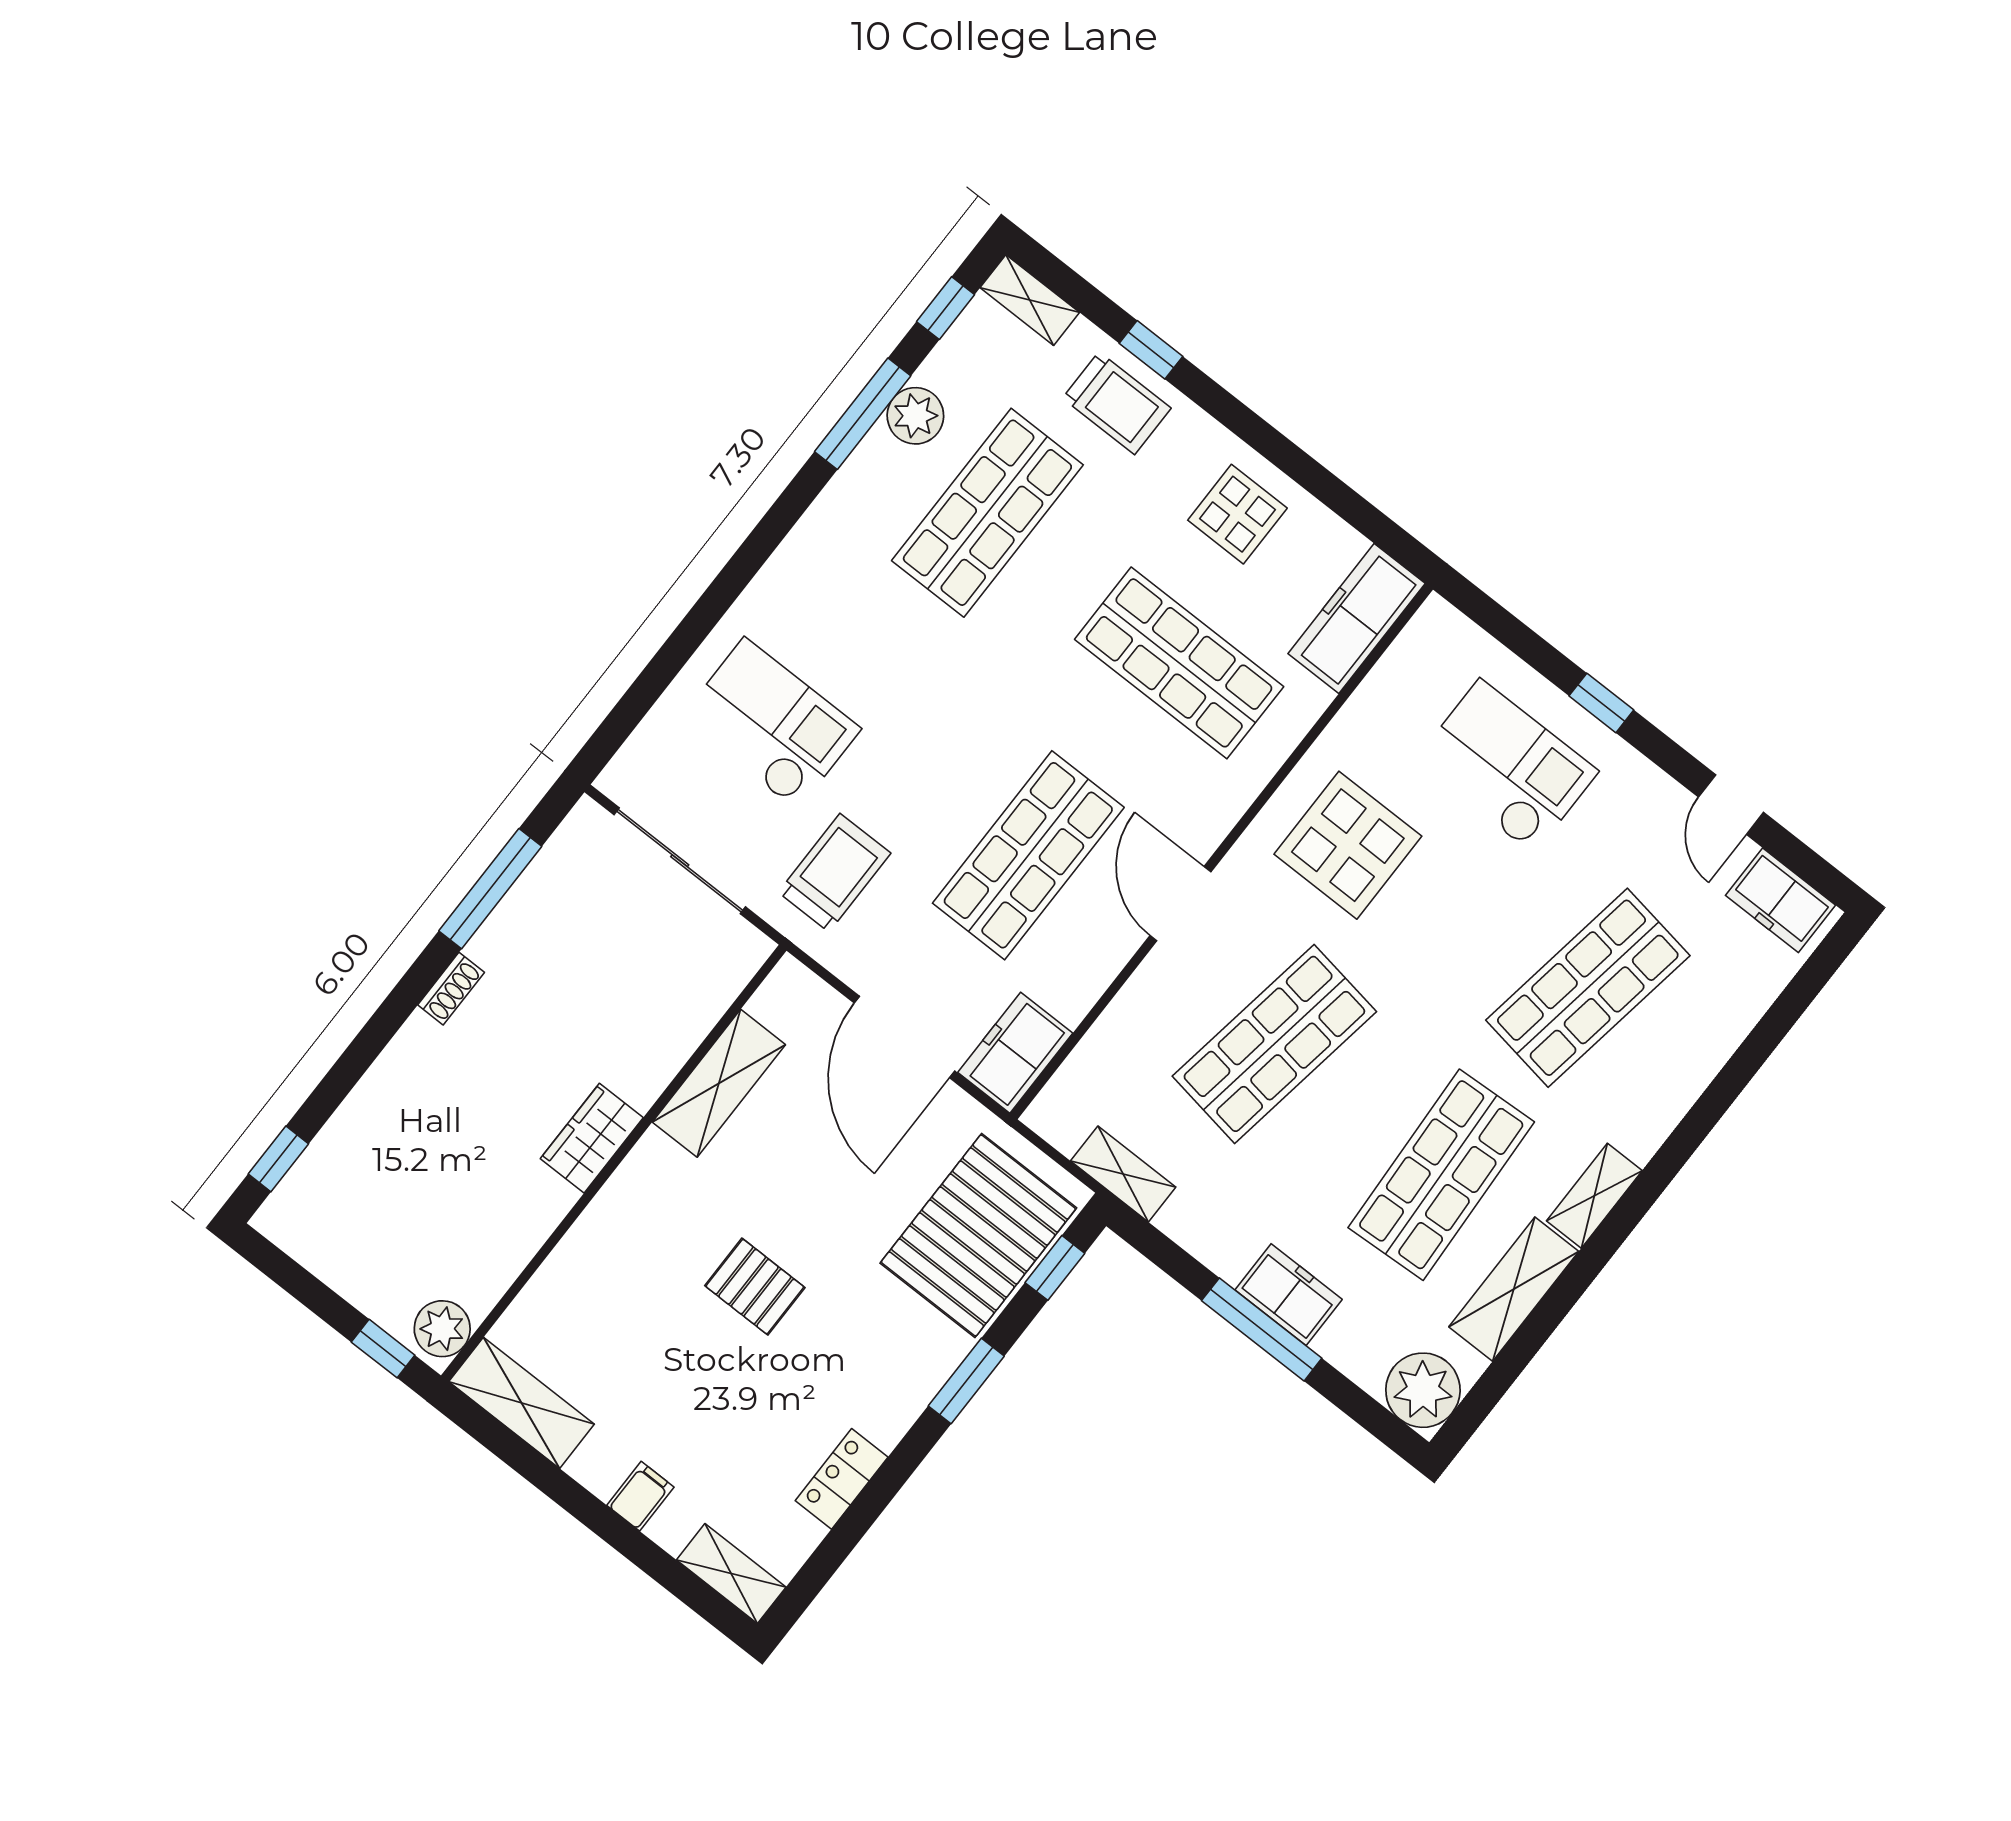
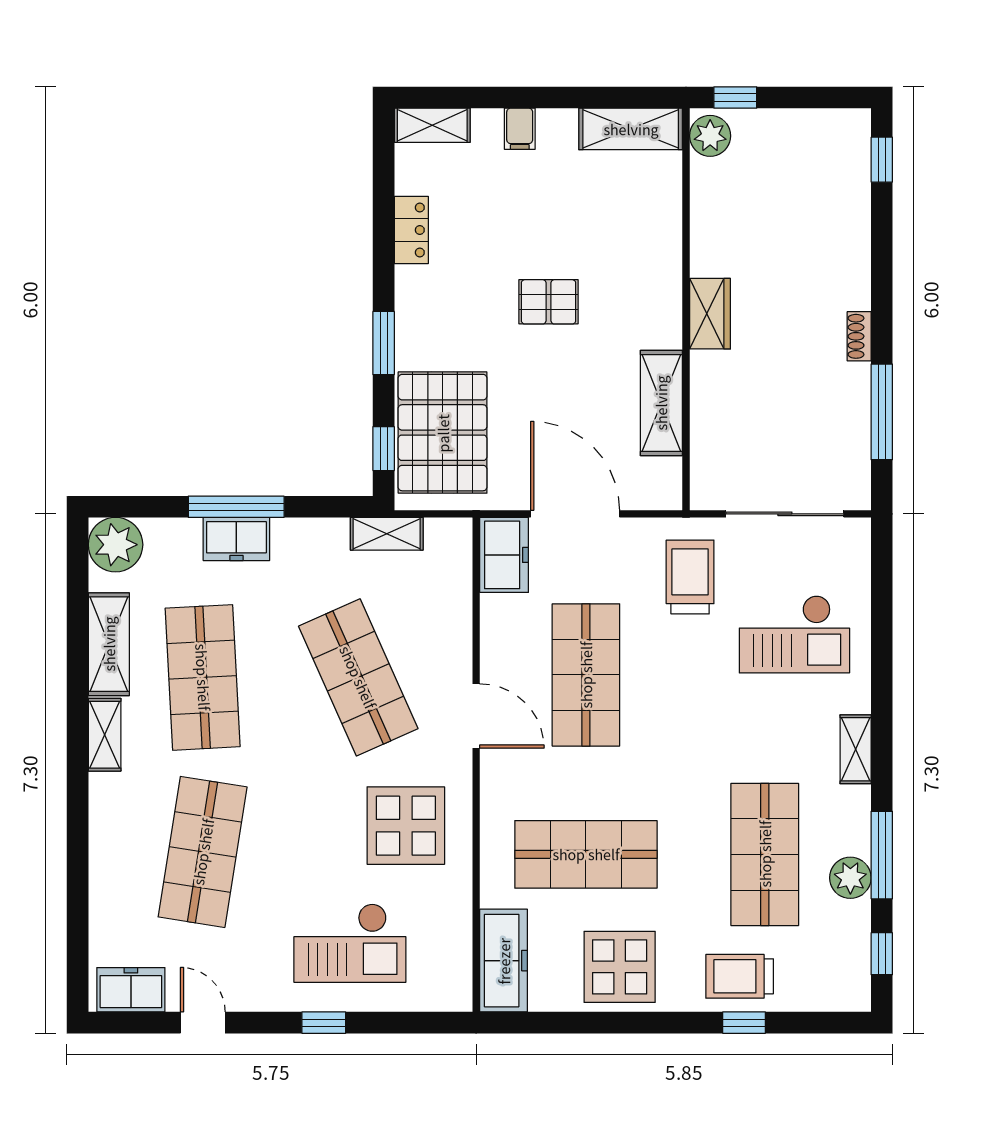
shelving: (1030, 300) -> (856, 749), moved, turned 90
display table: (1237, 514) -> (620, 967), width x1.36, depth x1.36
trolley: (834, 873) -> (690, 577), turned 180
shop shelf: (1274, 1044) -> (358, 677), turned -33

